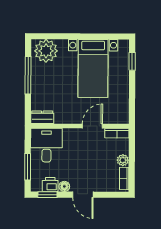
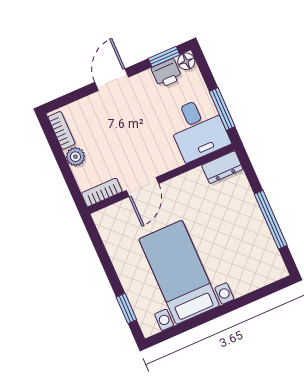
plant: (46, 51) -> (260, 268), removed
window: (28, 167) -> (222, 109), moved
floor lamp: (64, 186) -> (186, 61), moved
door: (83, 195) -> (112, 80), hinge flipped

